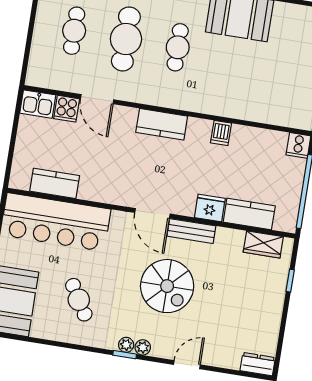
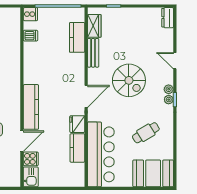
kitchen counter: (162, 124) -> (31, 107), width x1.50
dishwasher: (221, 133) -> (30, 36), moved
kitchen counter: (55, 183) -> (77, 148), moved
fridge: (210, 208) -> (77, 124), moved
bench: (191, 231) -> (93, 53), moved
spiral stairs: (167, 286) -> (129, 80), turned 90

